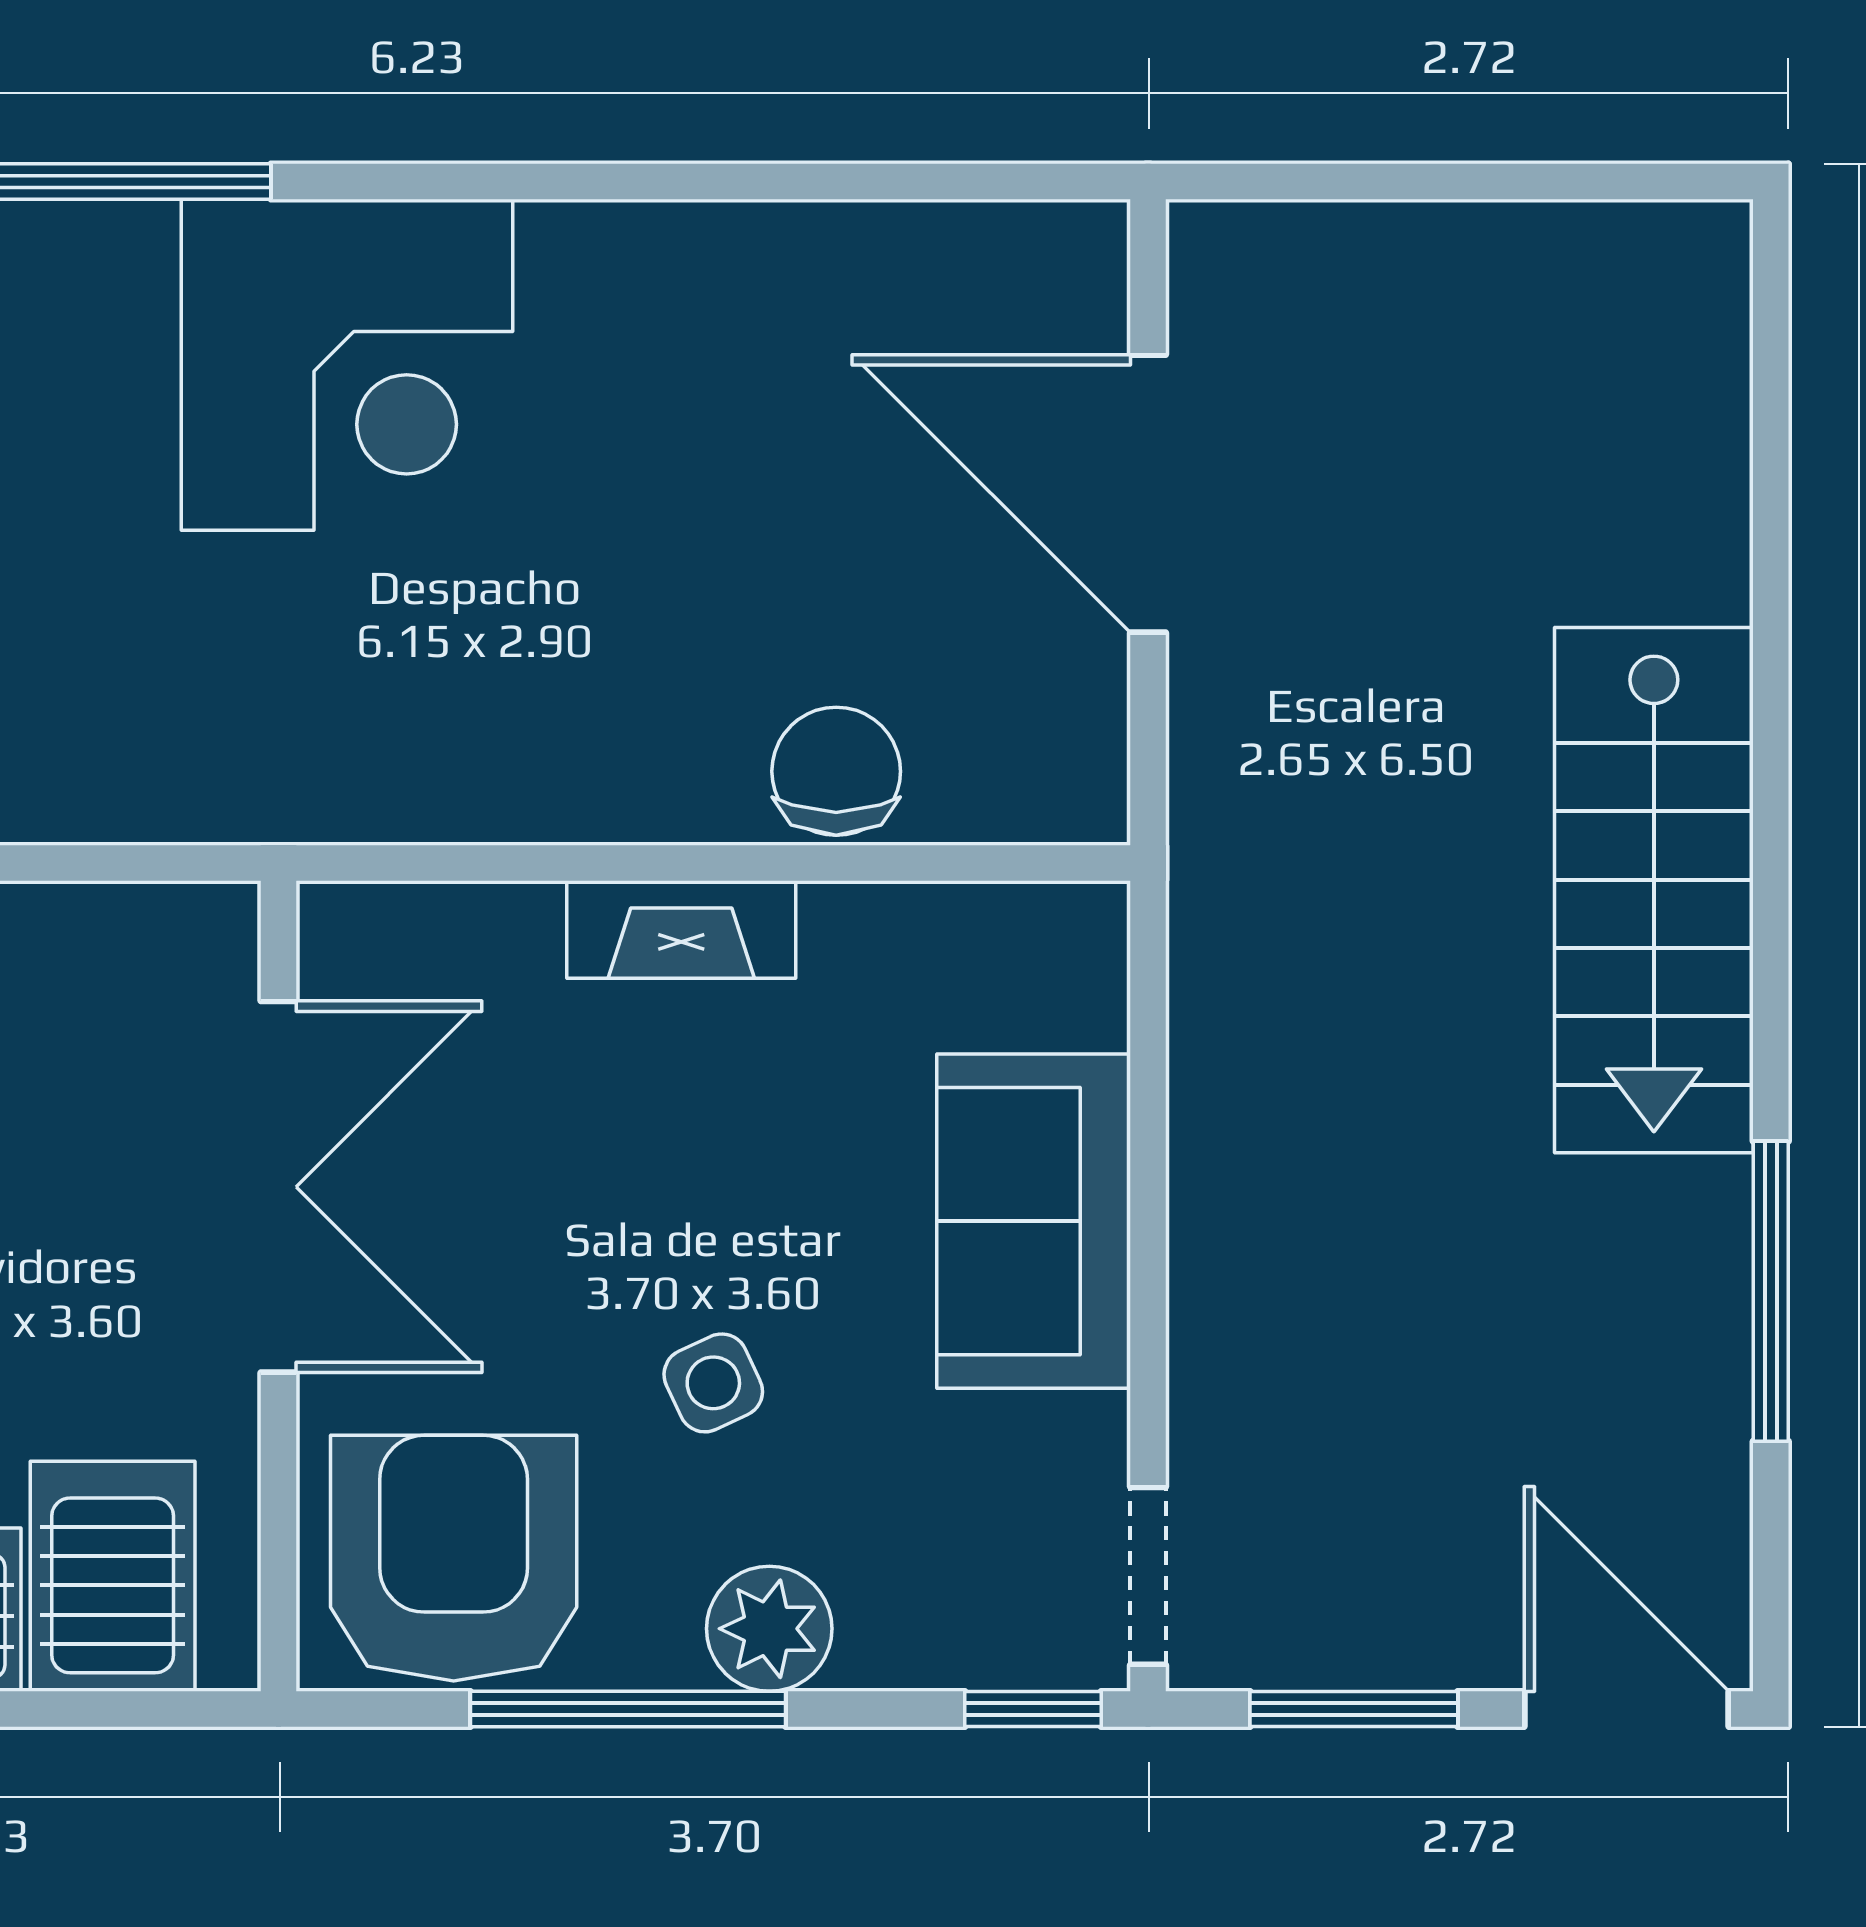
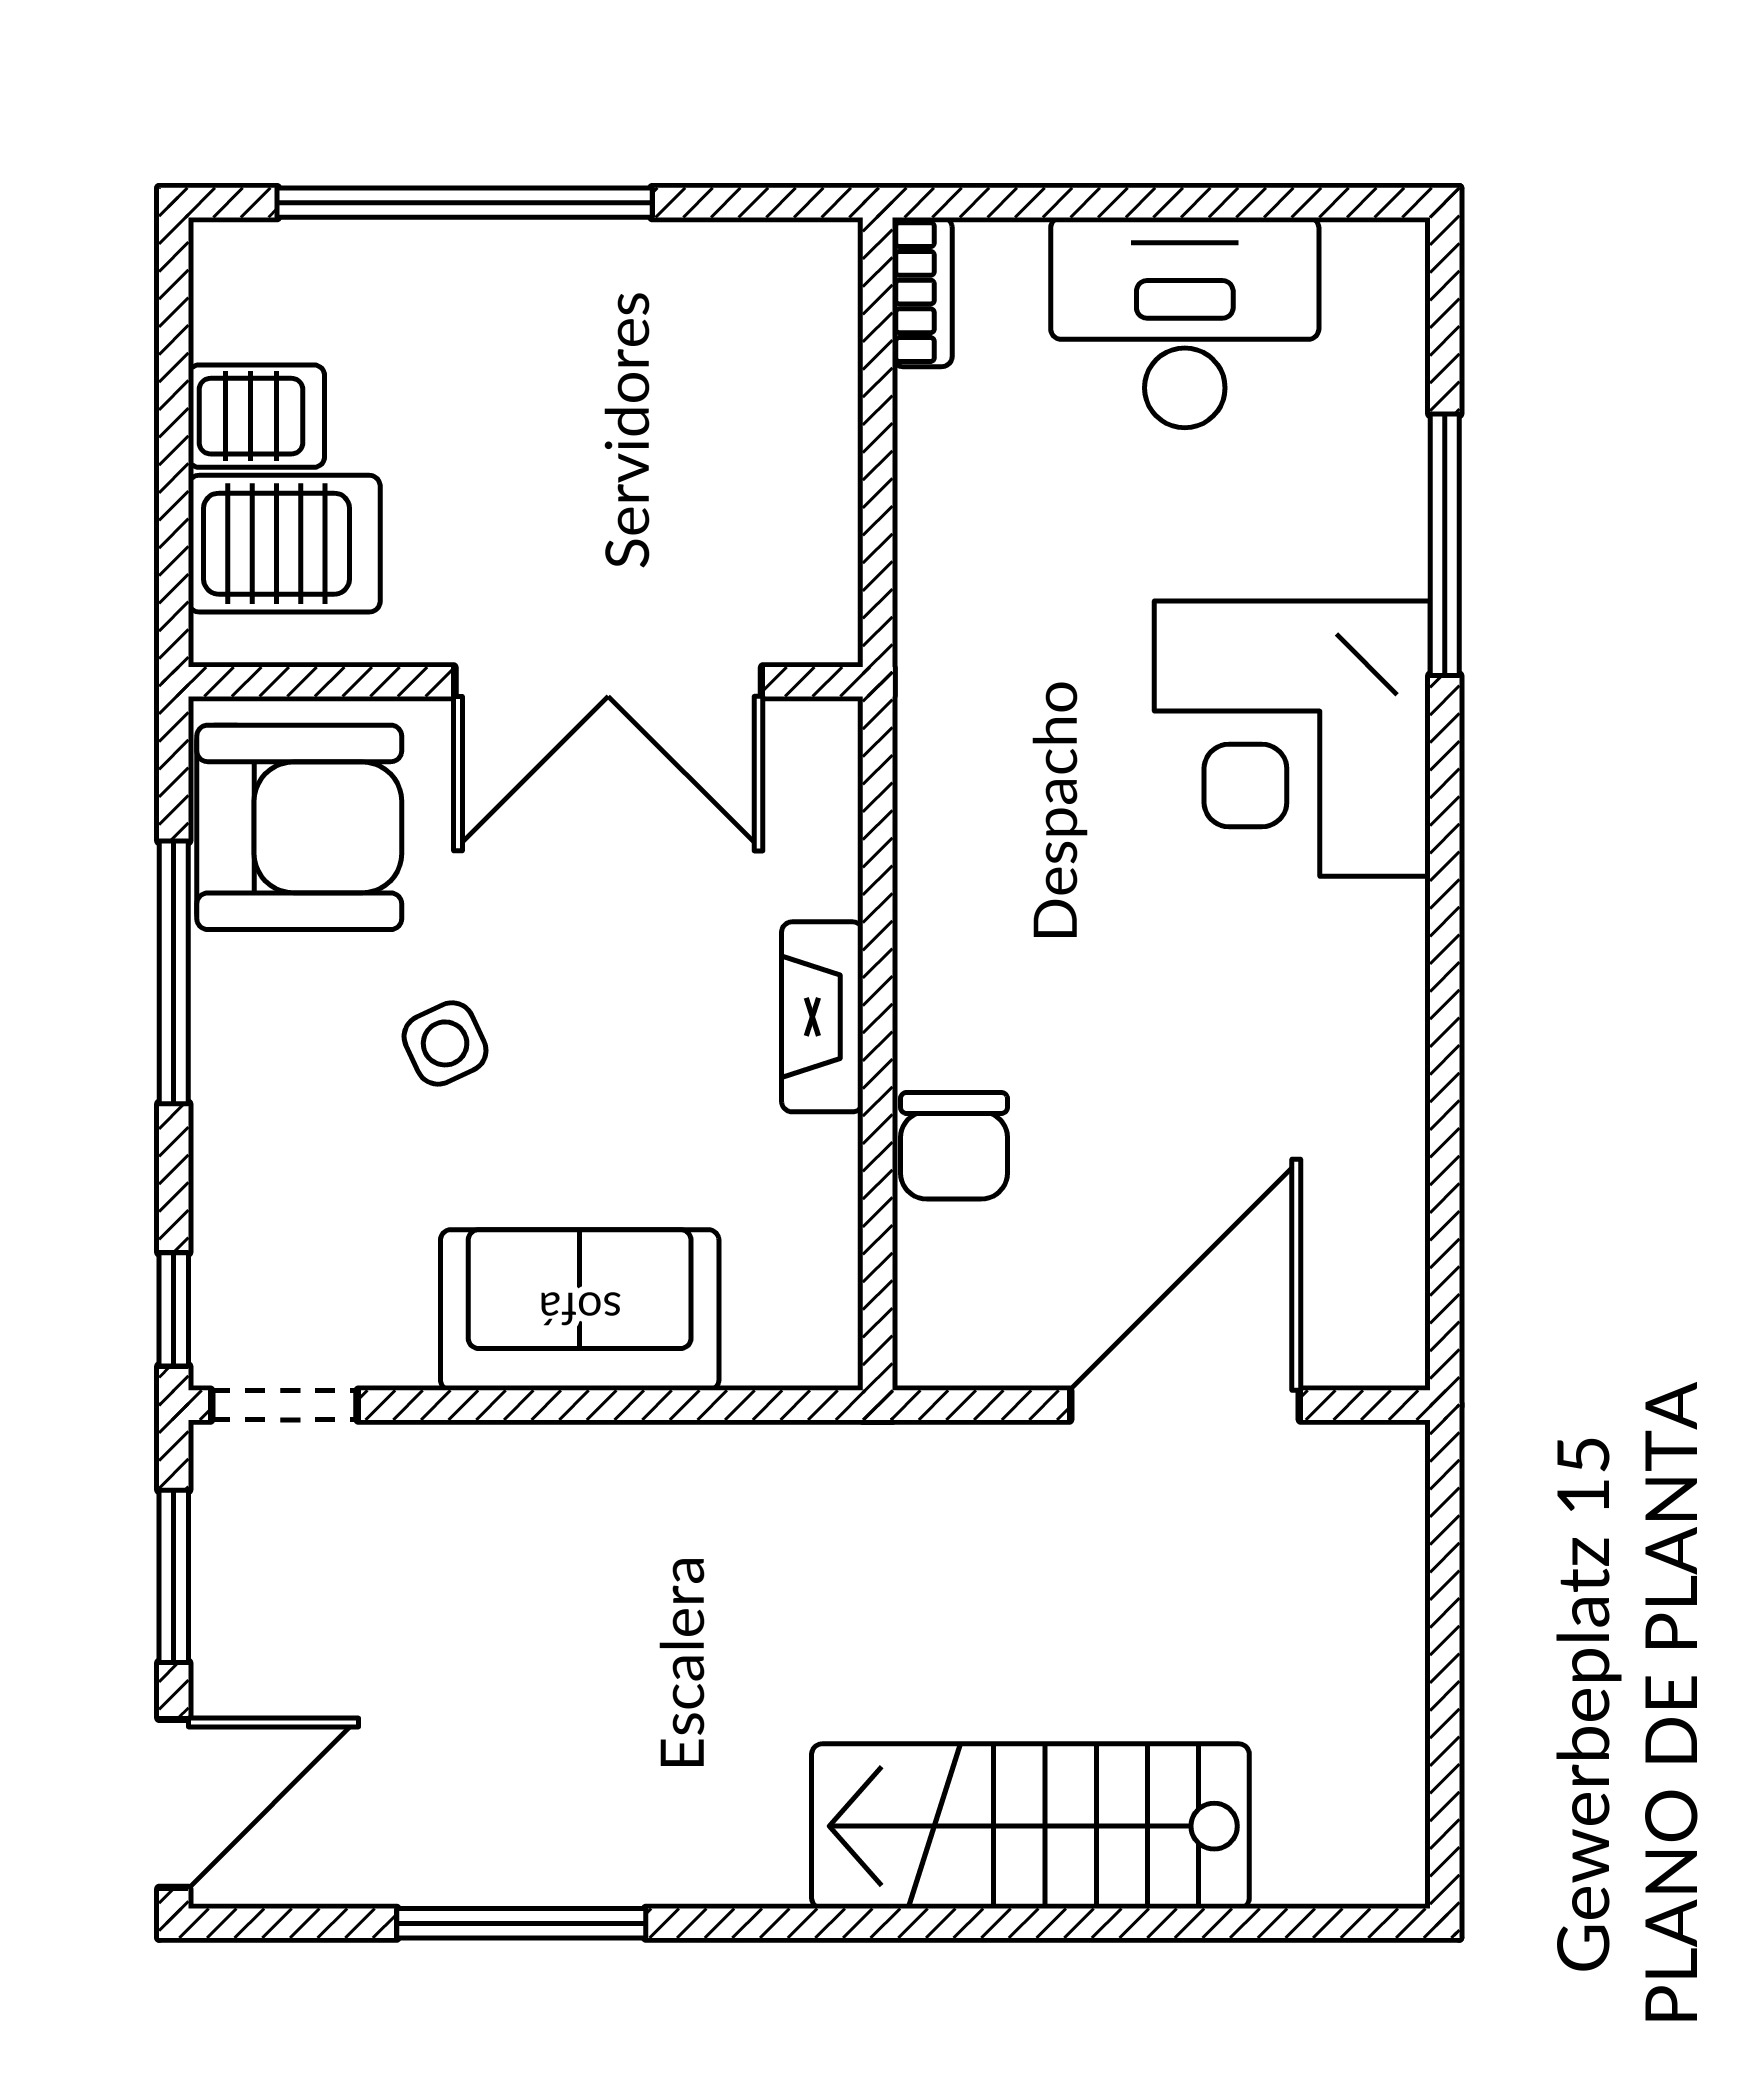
chair: (836, 771) -> (954, 1146), turned 90
stairs: (1654, 890) -> (1030, 1826), moved
plant: (769, 1629) -> (240, 1090), removed

